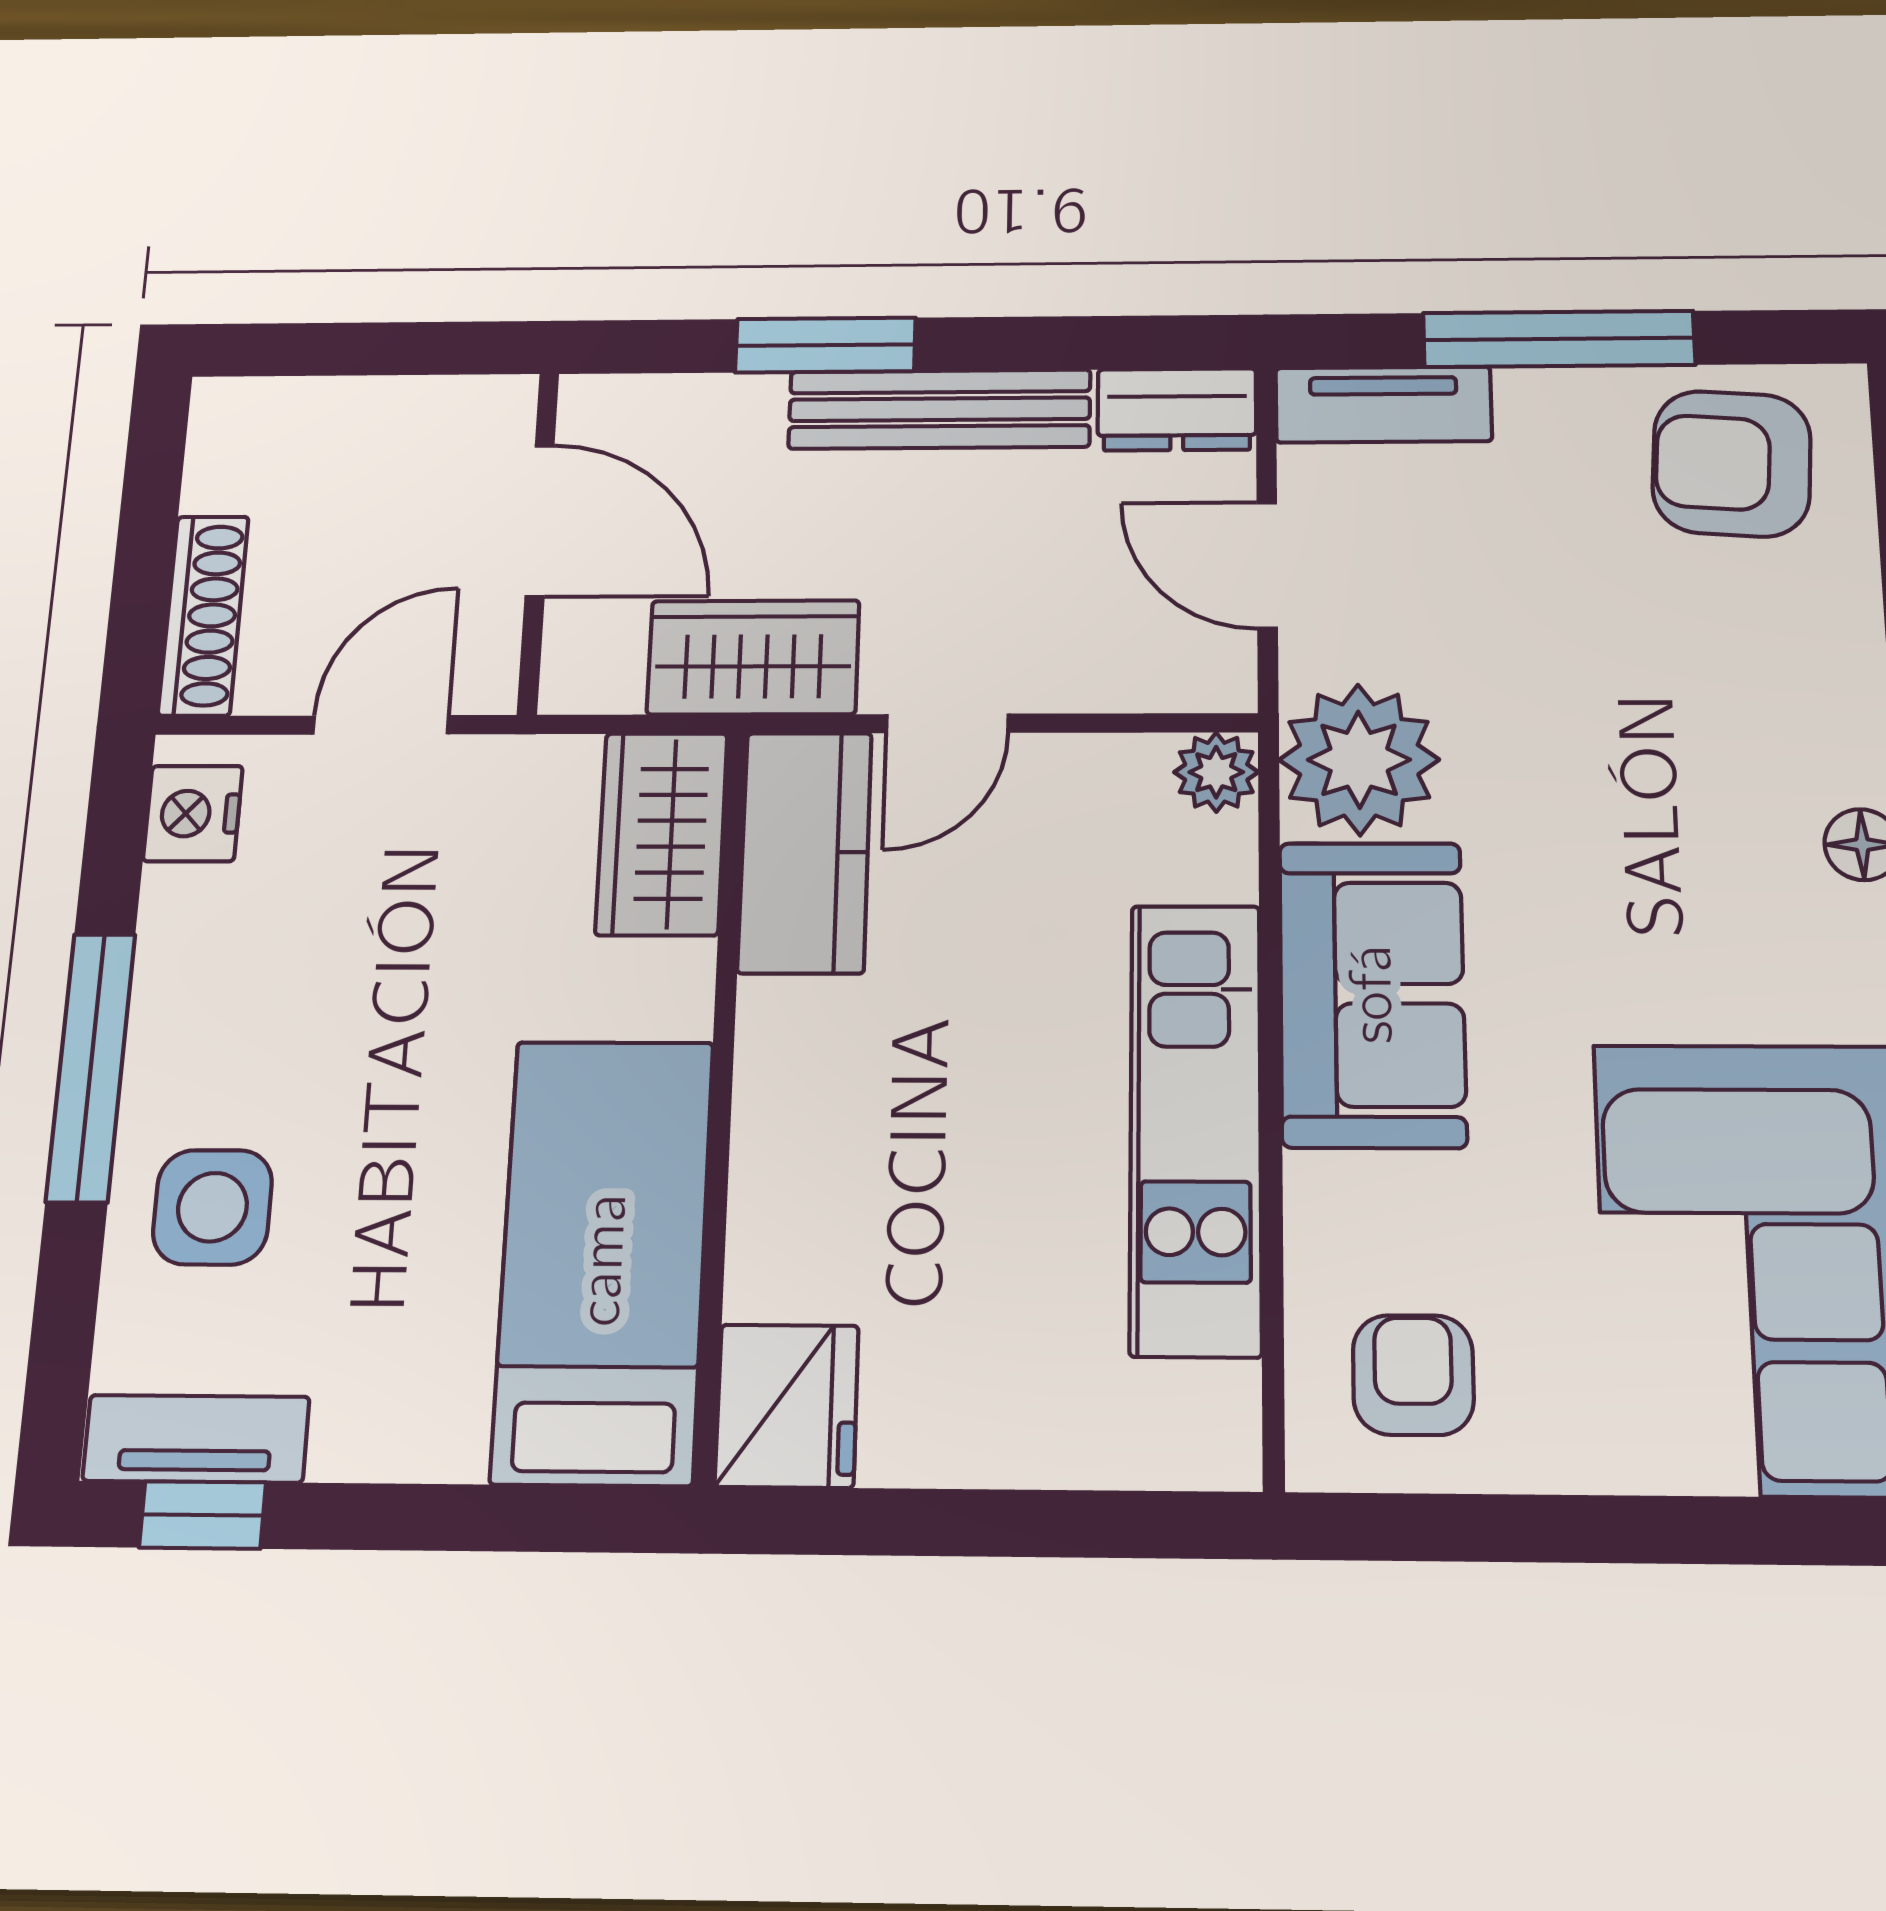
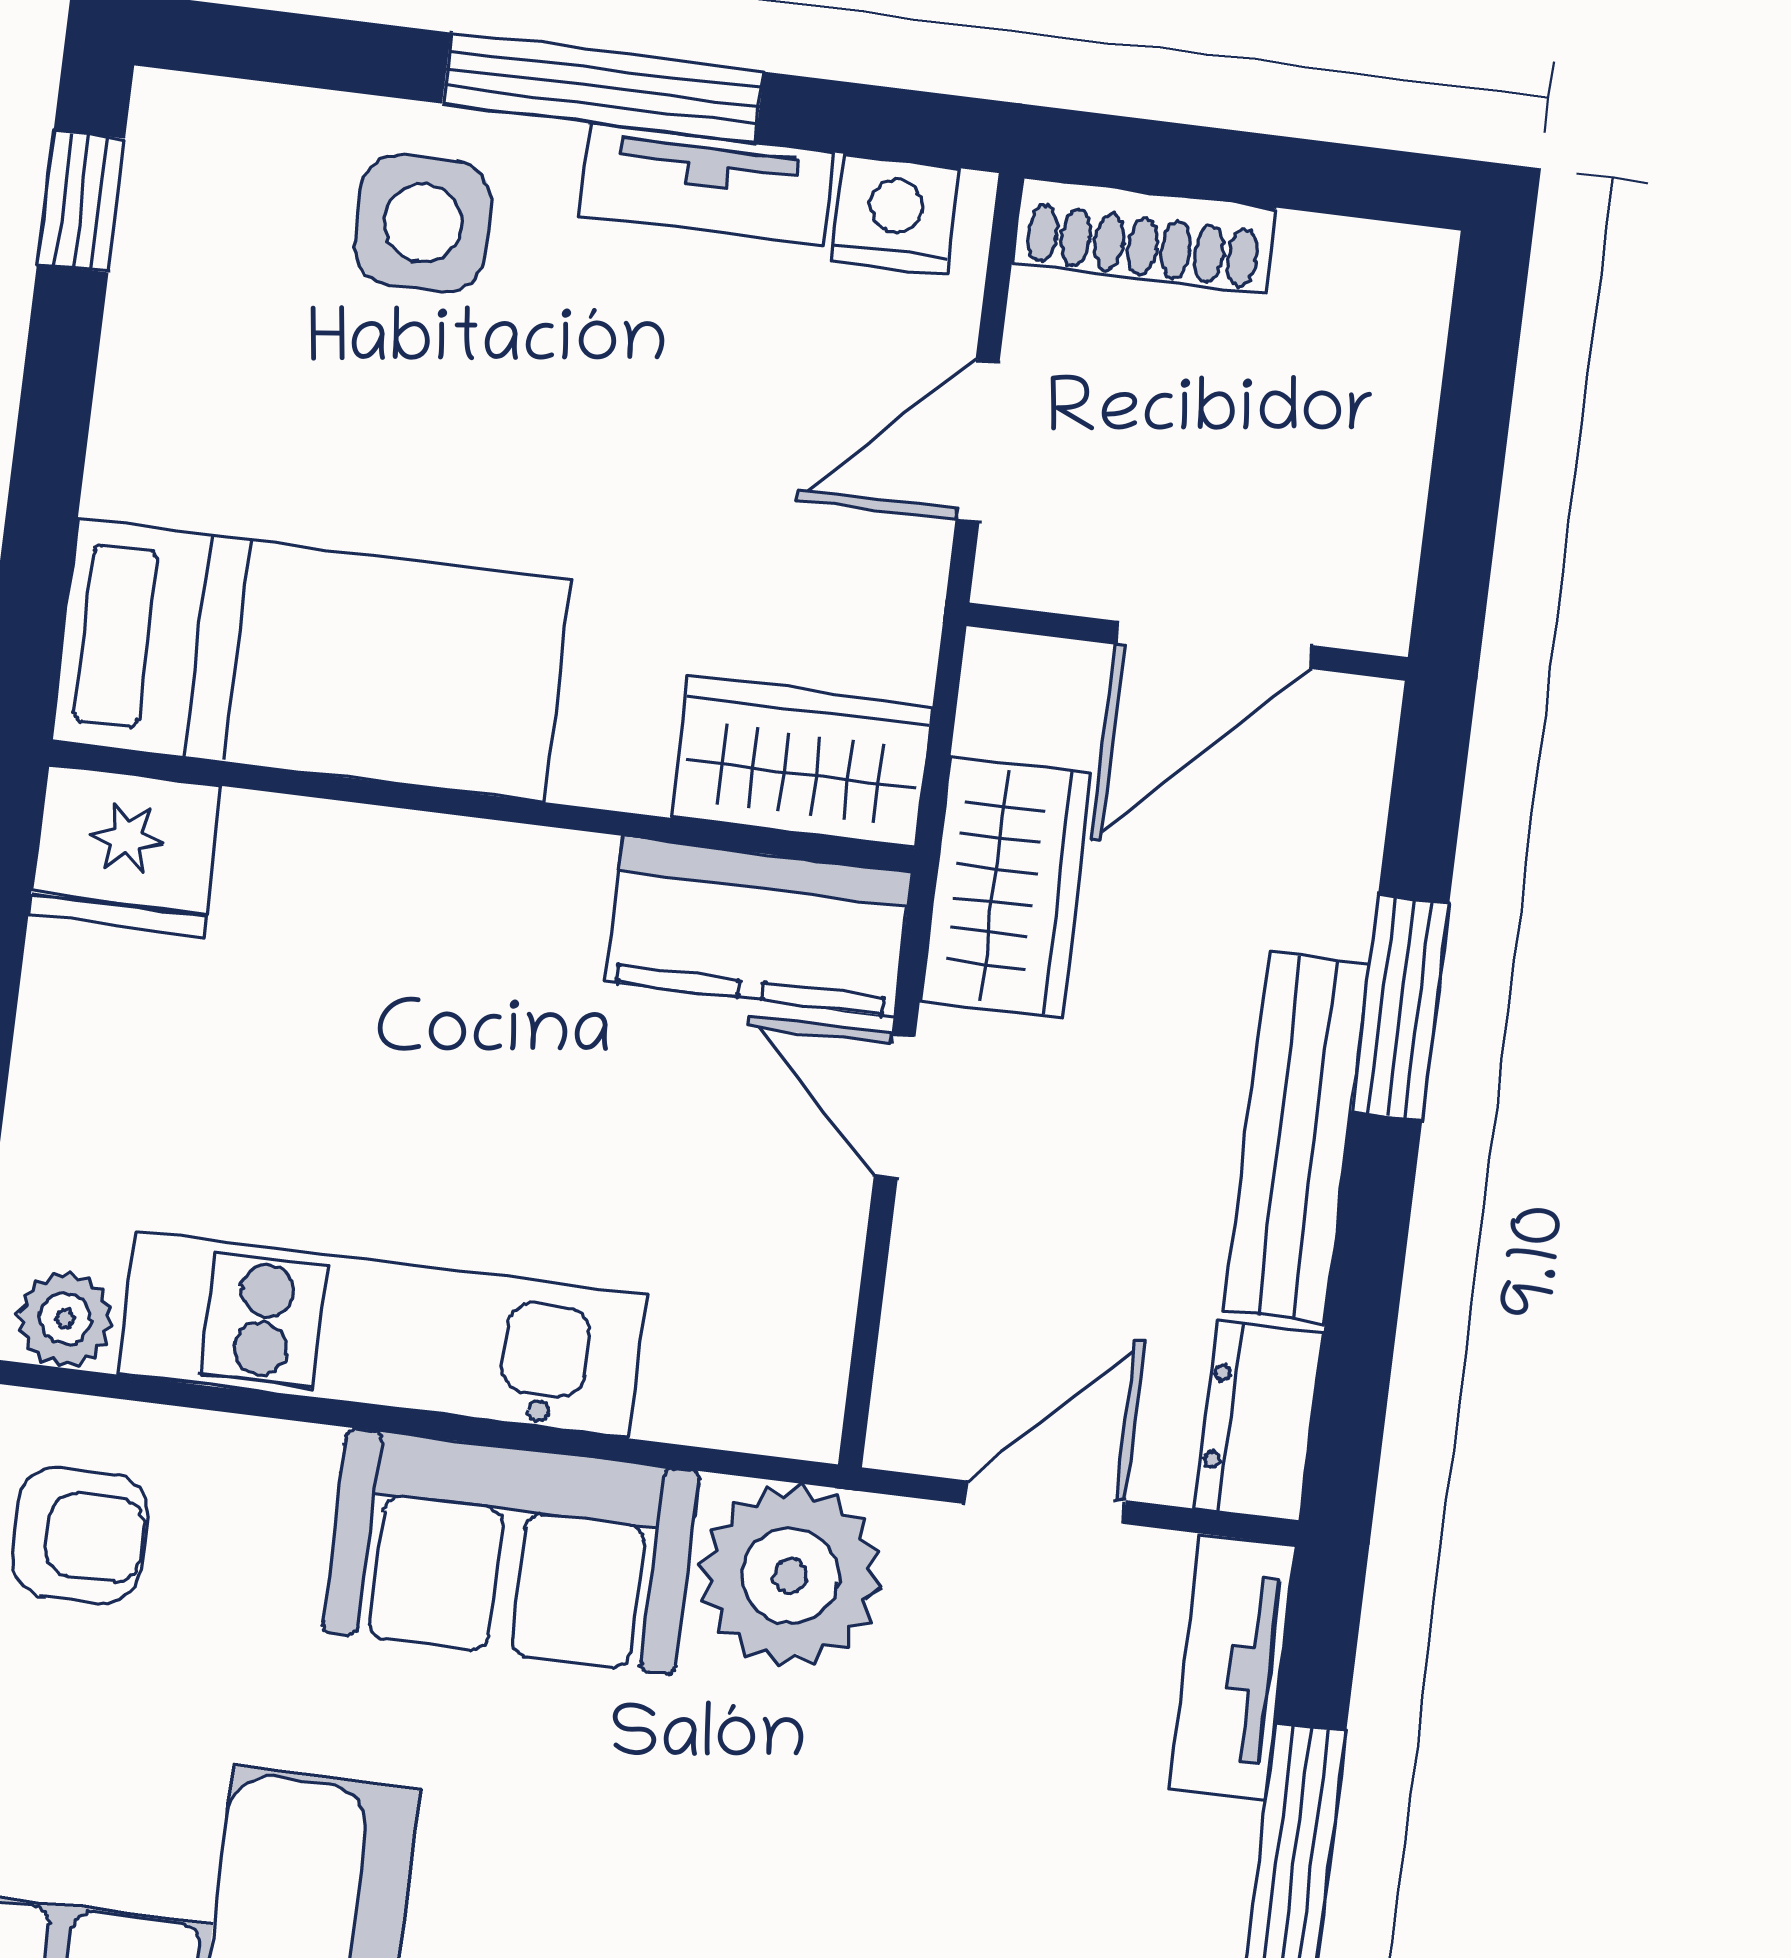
door: (381, 725) -> (978, 441), swing flipped
plant: (1216, 772) -> (65, 1319), moved
tv unit: (196, 1439) -> (706, 184), moved, turned 90

